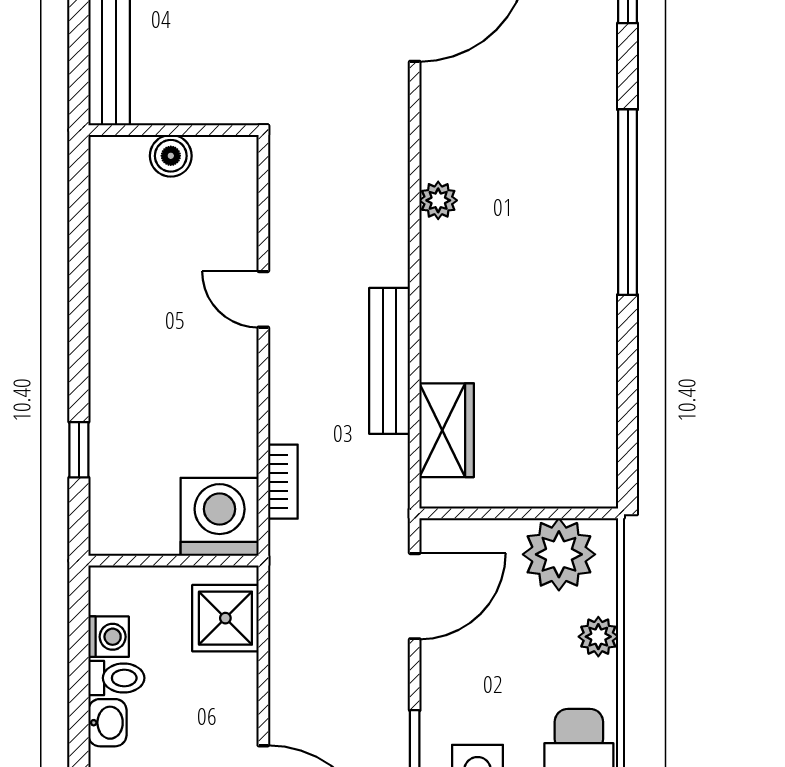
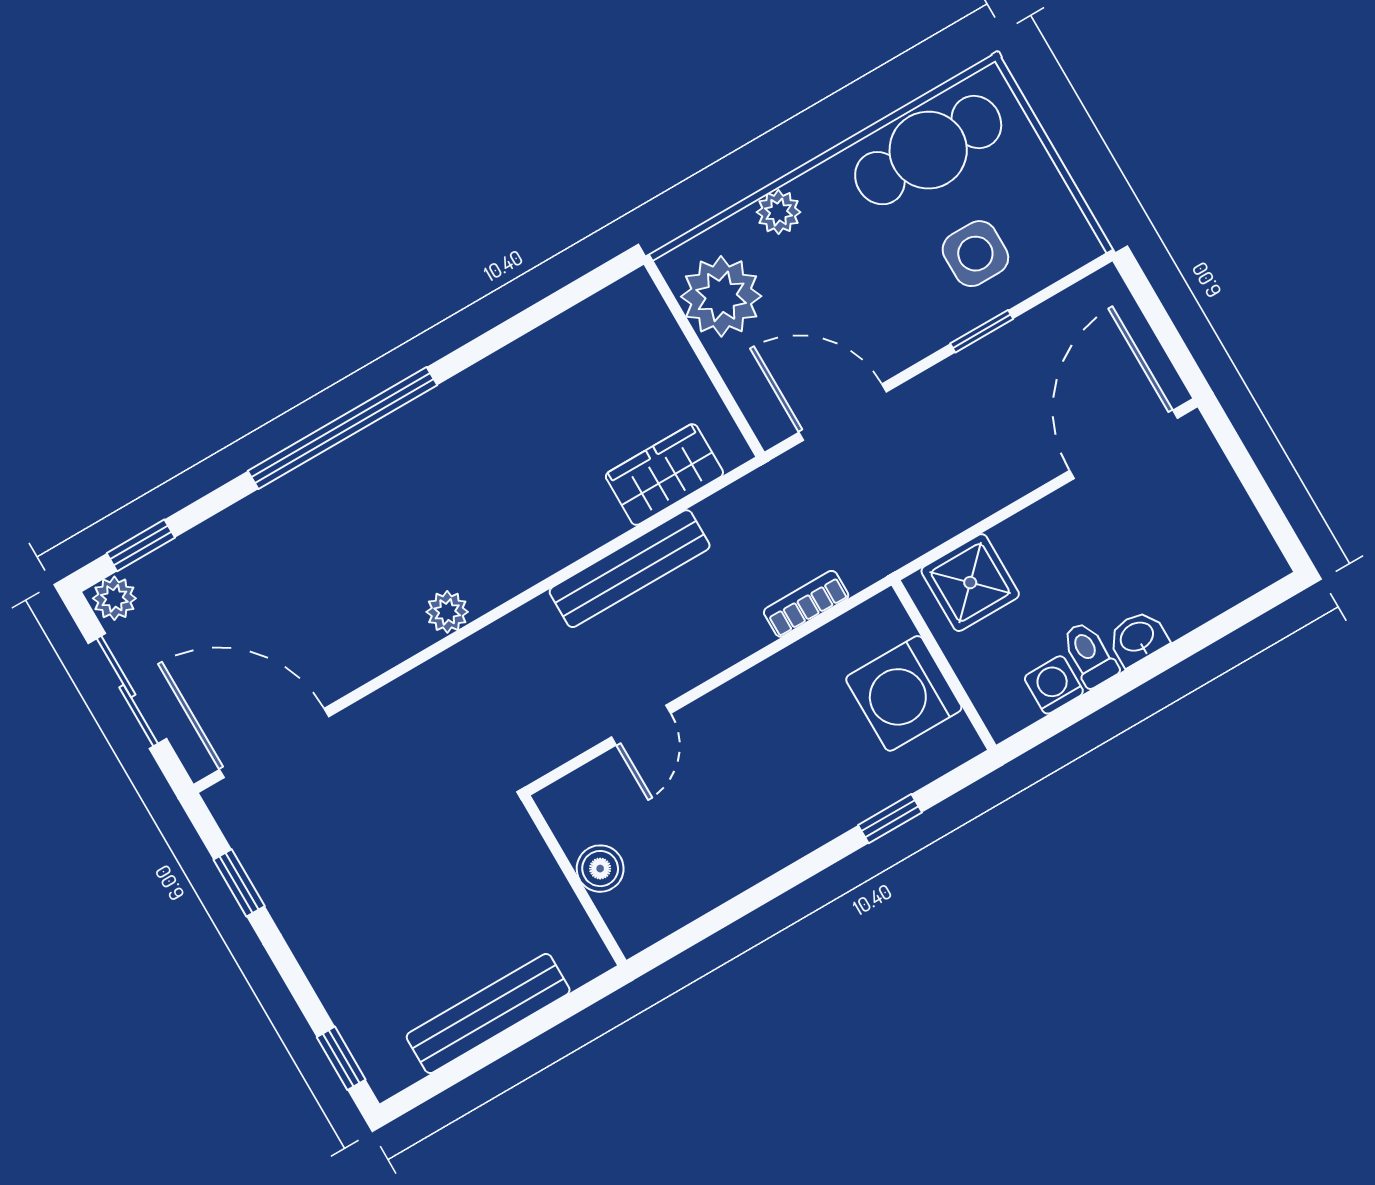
wall: (173, 130) -> (574, 880), moved
boiler: (171, 156) -> (600, 869), moved
washing machine: (220, 517) -> (904, 693), moved

